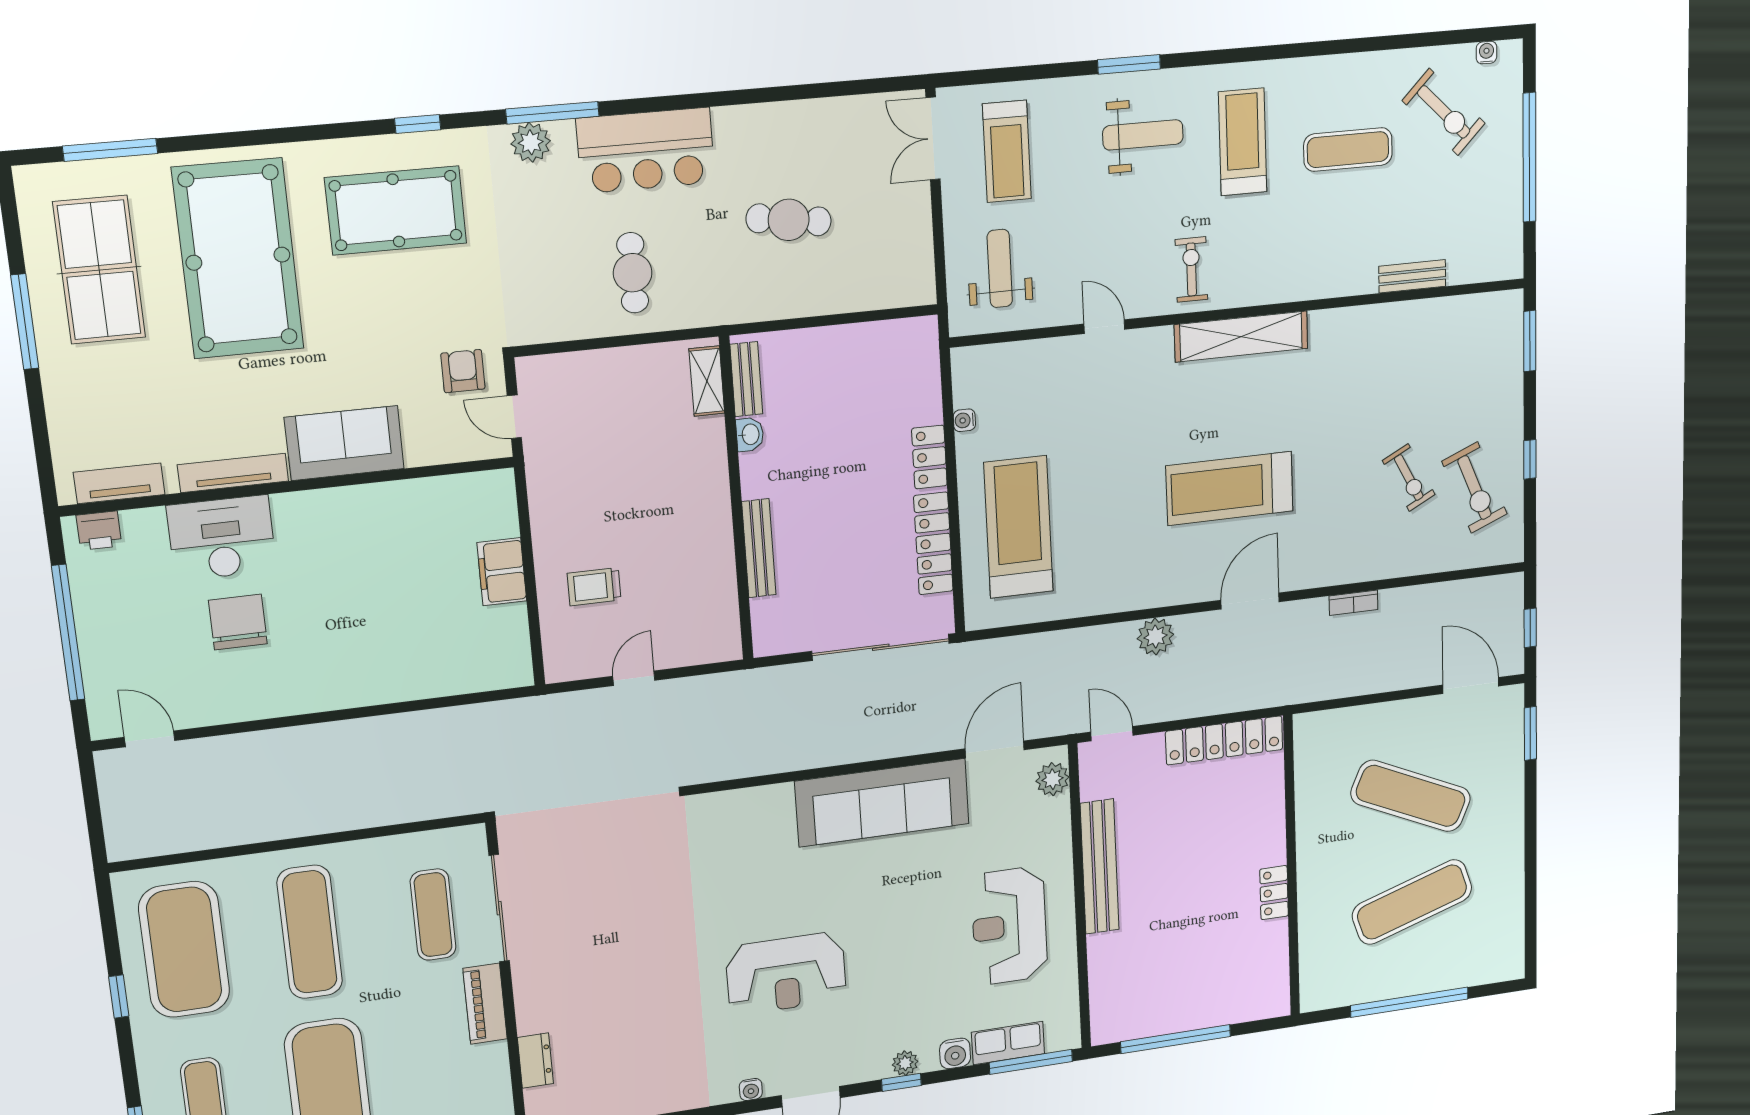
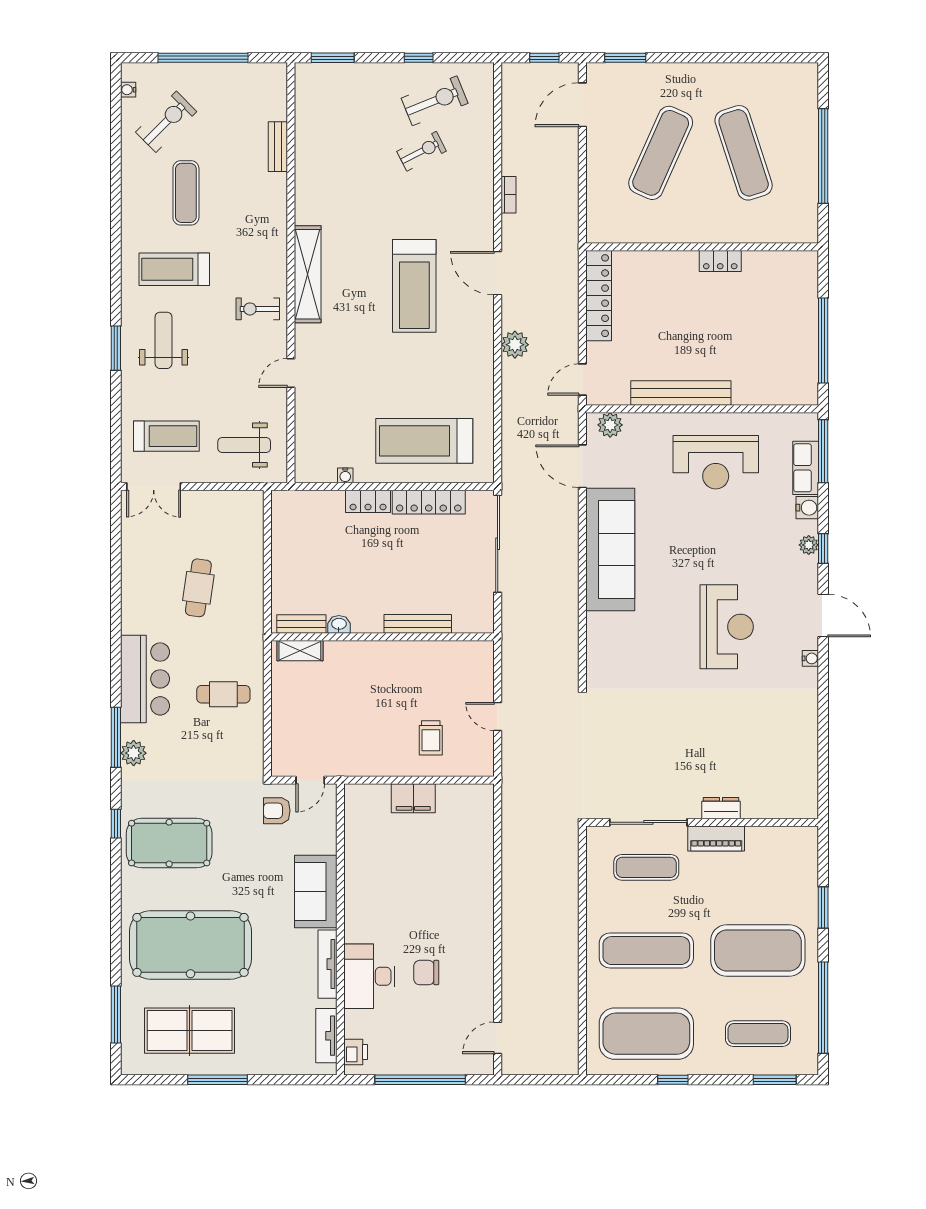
pool table: (396, 210) -> (169, 843), turned 90
chair: (238, 622) -> (426, 973), width x0.73, depth x0.73
dresser: (535, 1060) -> (721, 808), moved

